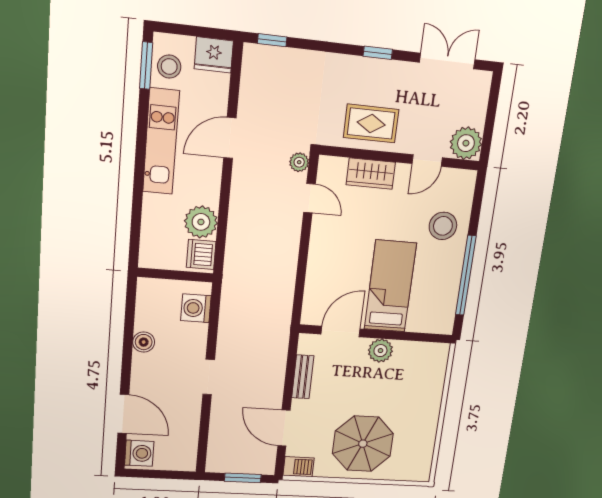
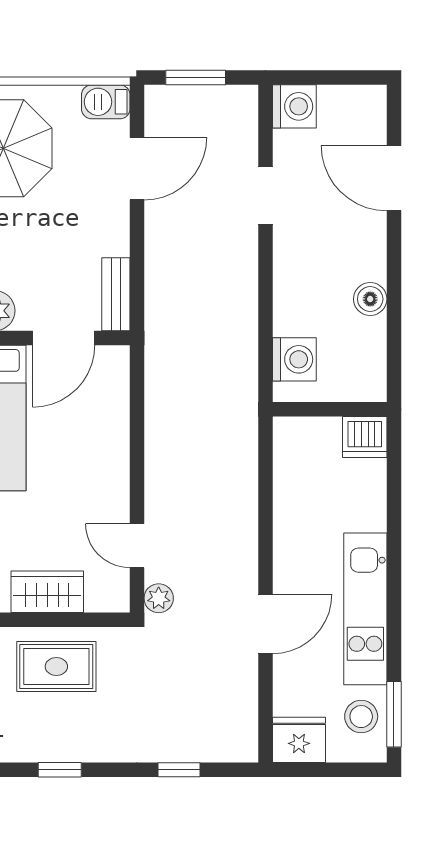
window: (272, 40) -> (179, 770), moved
plant: (201, 222) -> (298, 495), removed
dishwasher: (201, 254) -> (365, 437), moved, turned 90
doorway: (209, 377) -> (265, 195), moved
bench: (303, 377) -> (116, 294), moved
door: (284, 428) -> (137, 169), hinge flipped
washing machine: (139, 453) -> (294, 106), moved, turned 180

